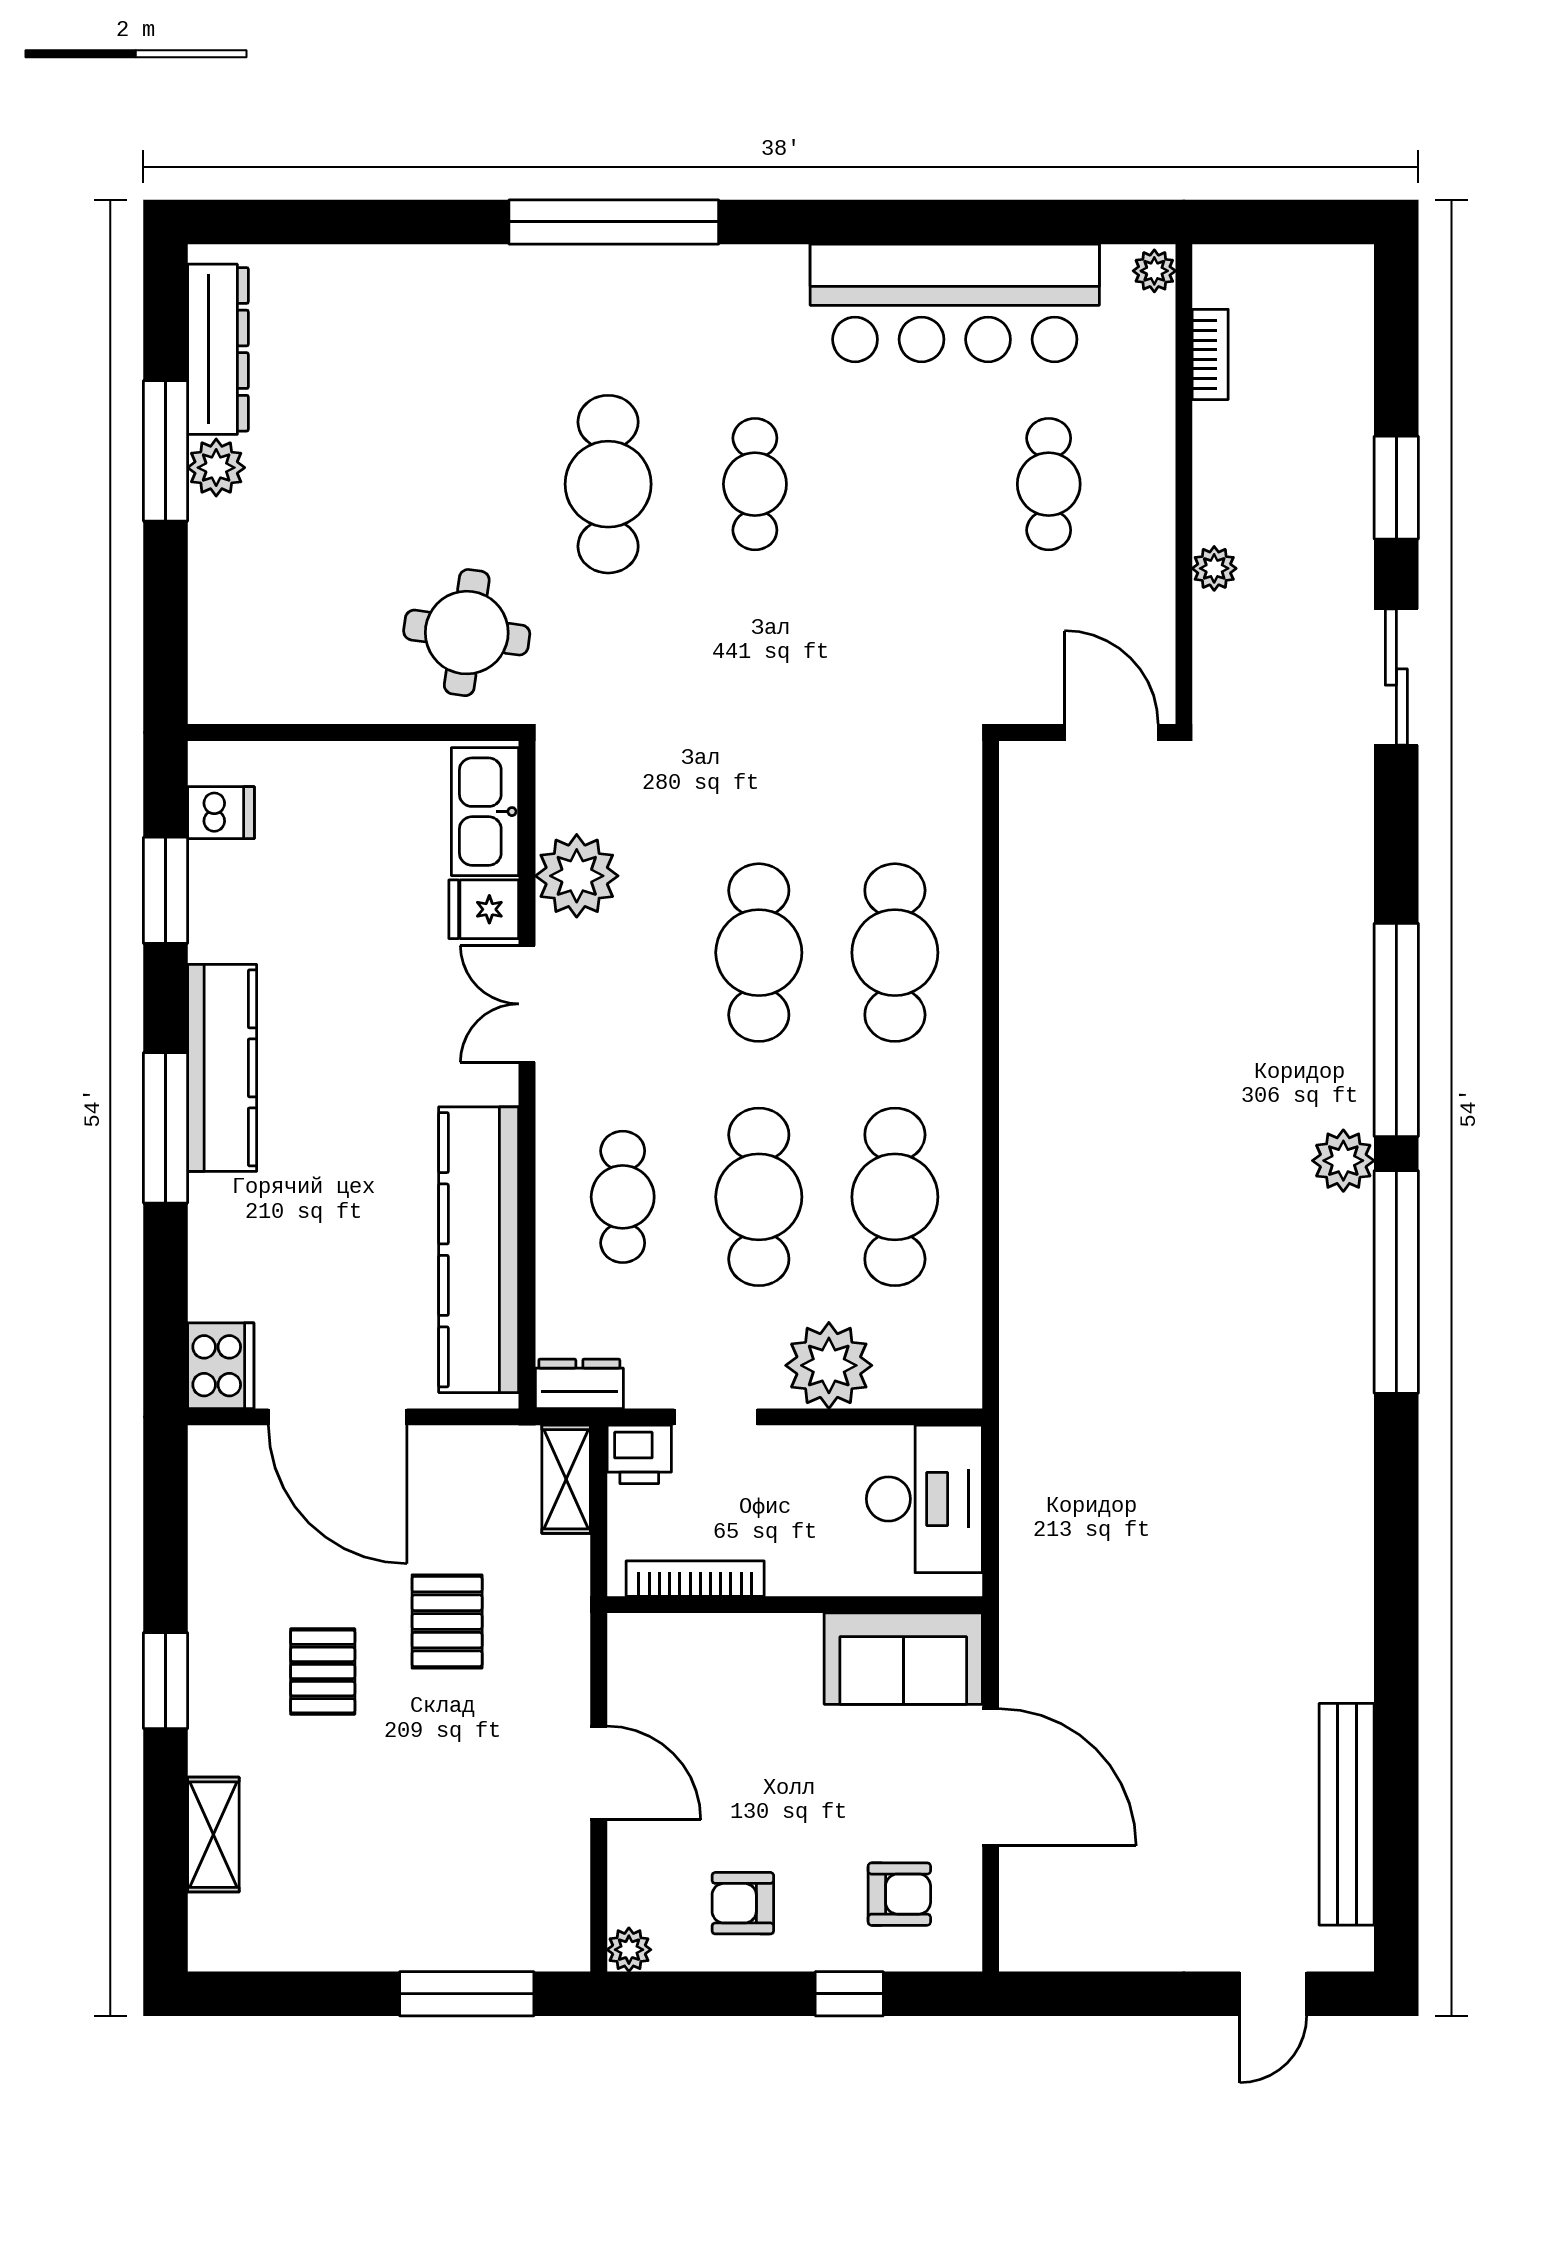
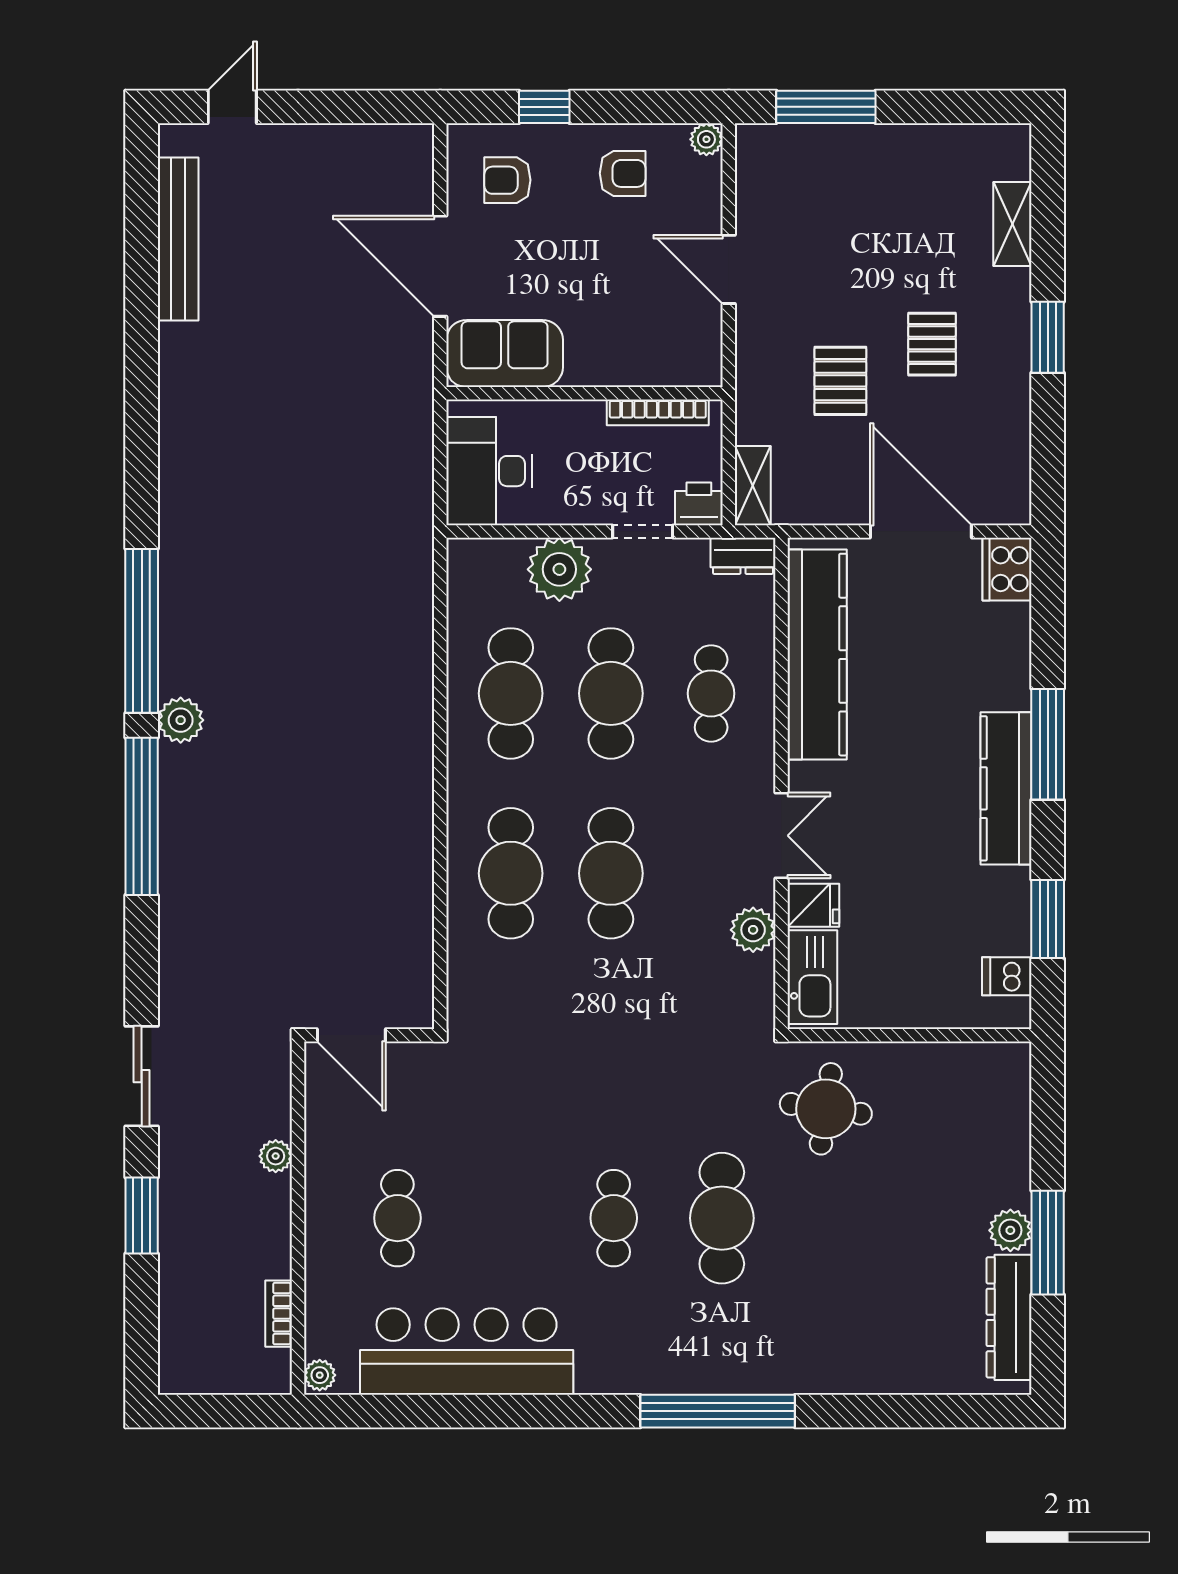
plant: (577, 876) -> (753, 930), width x0.73, depth x0.73

